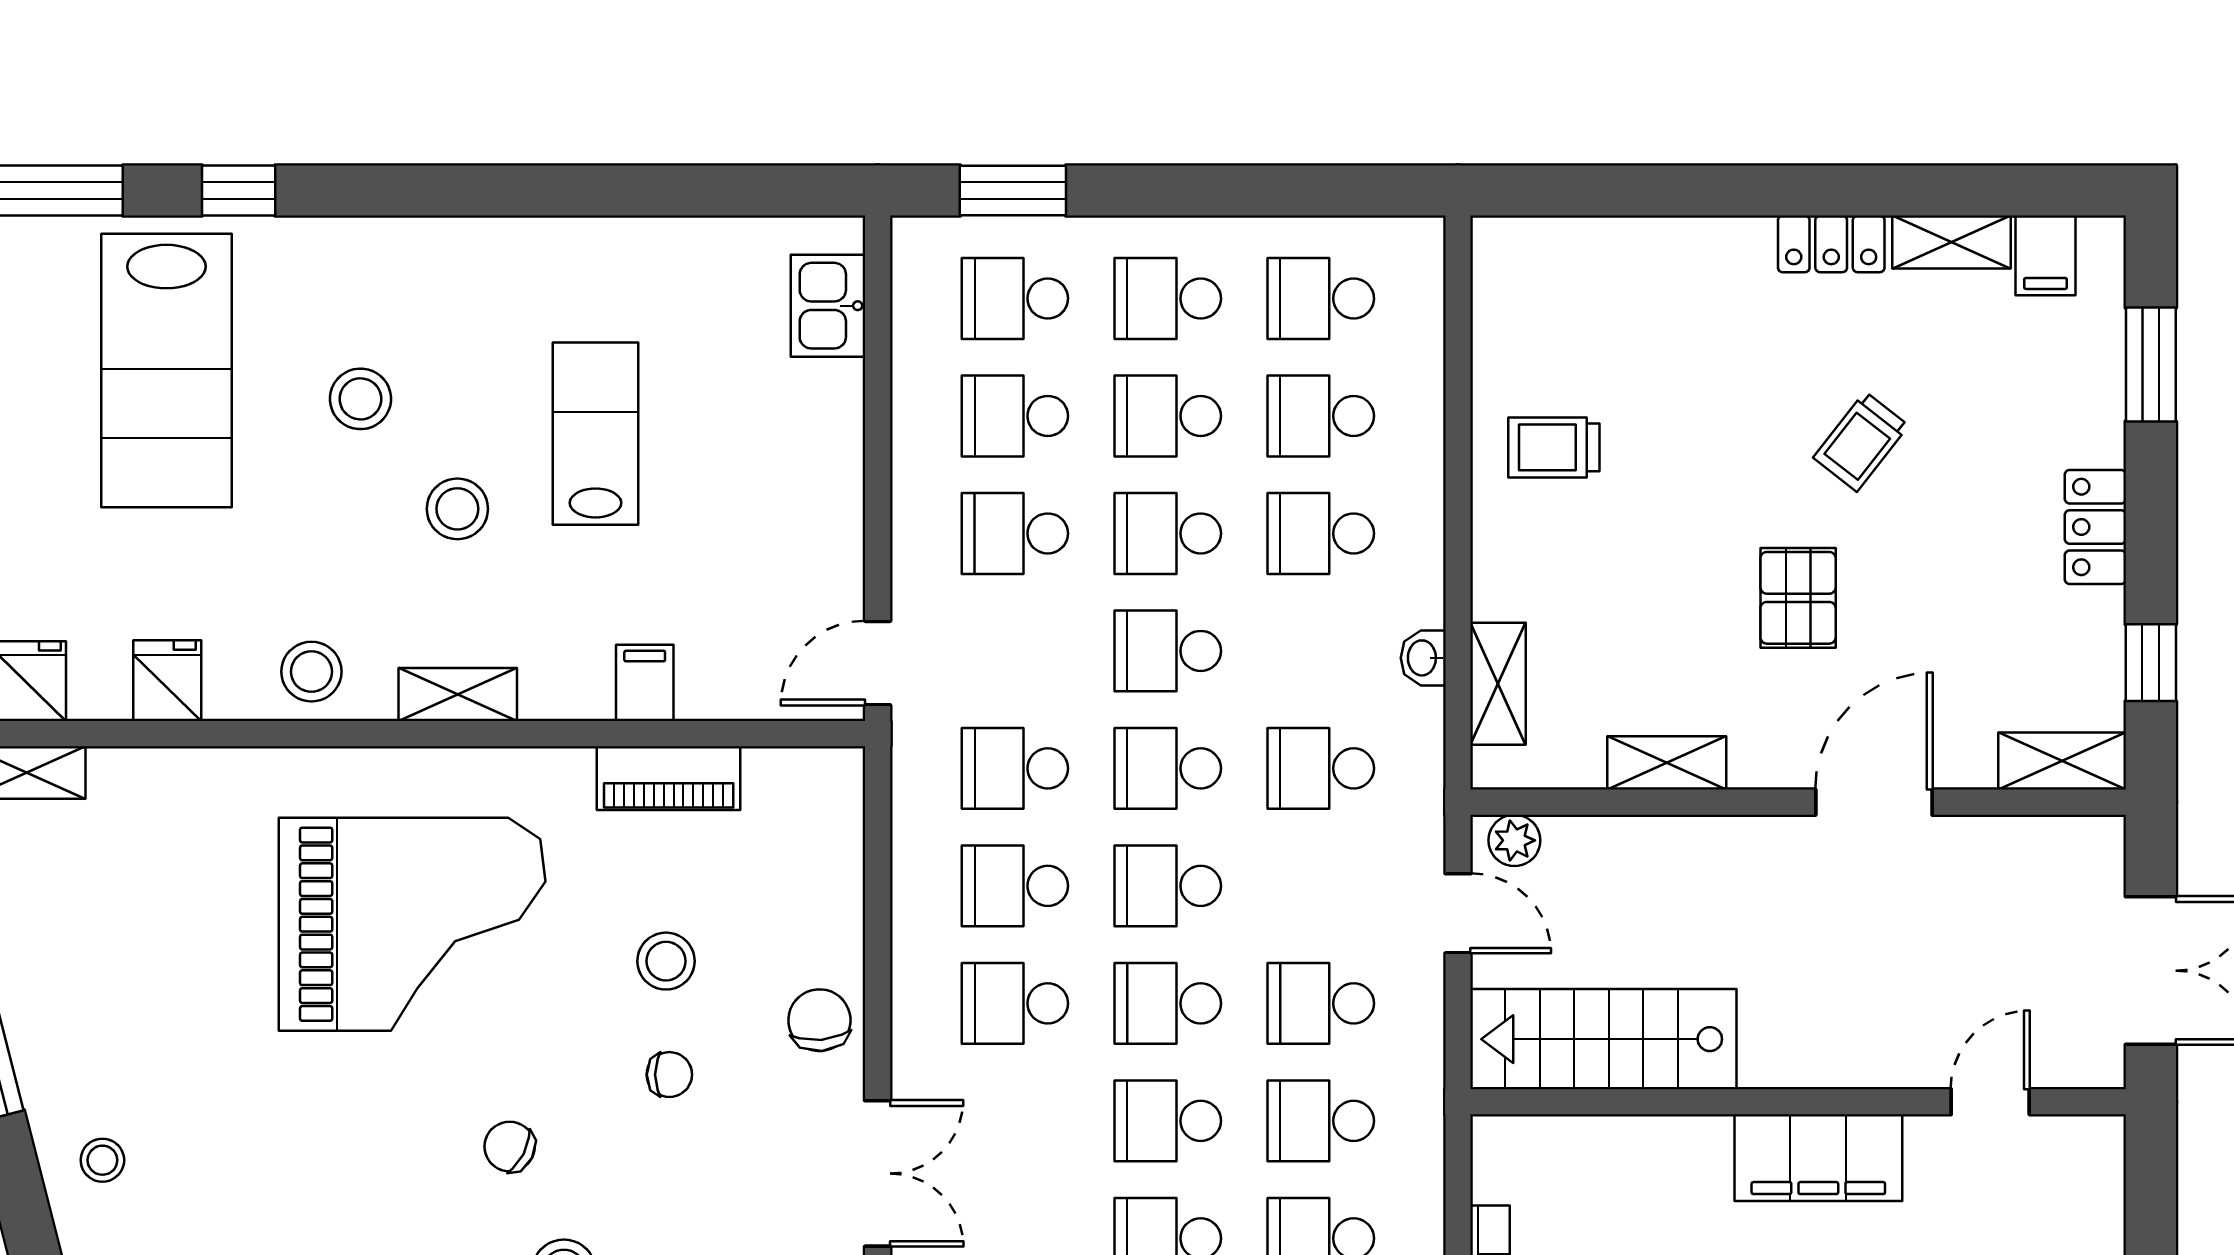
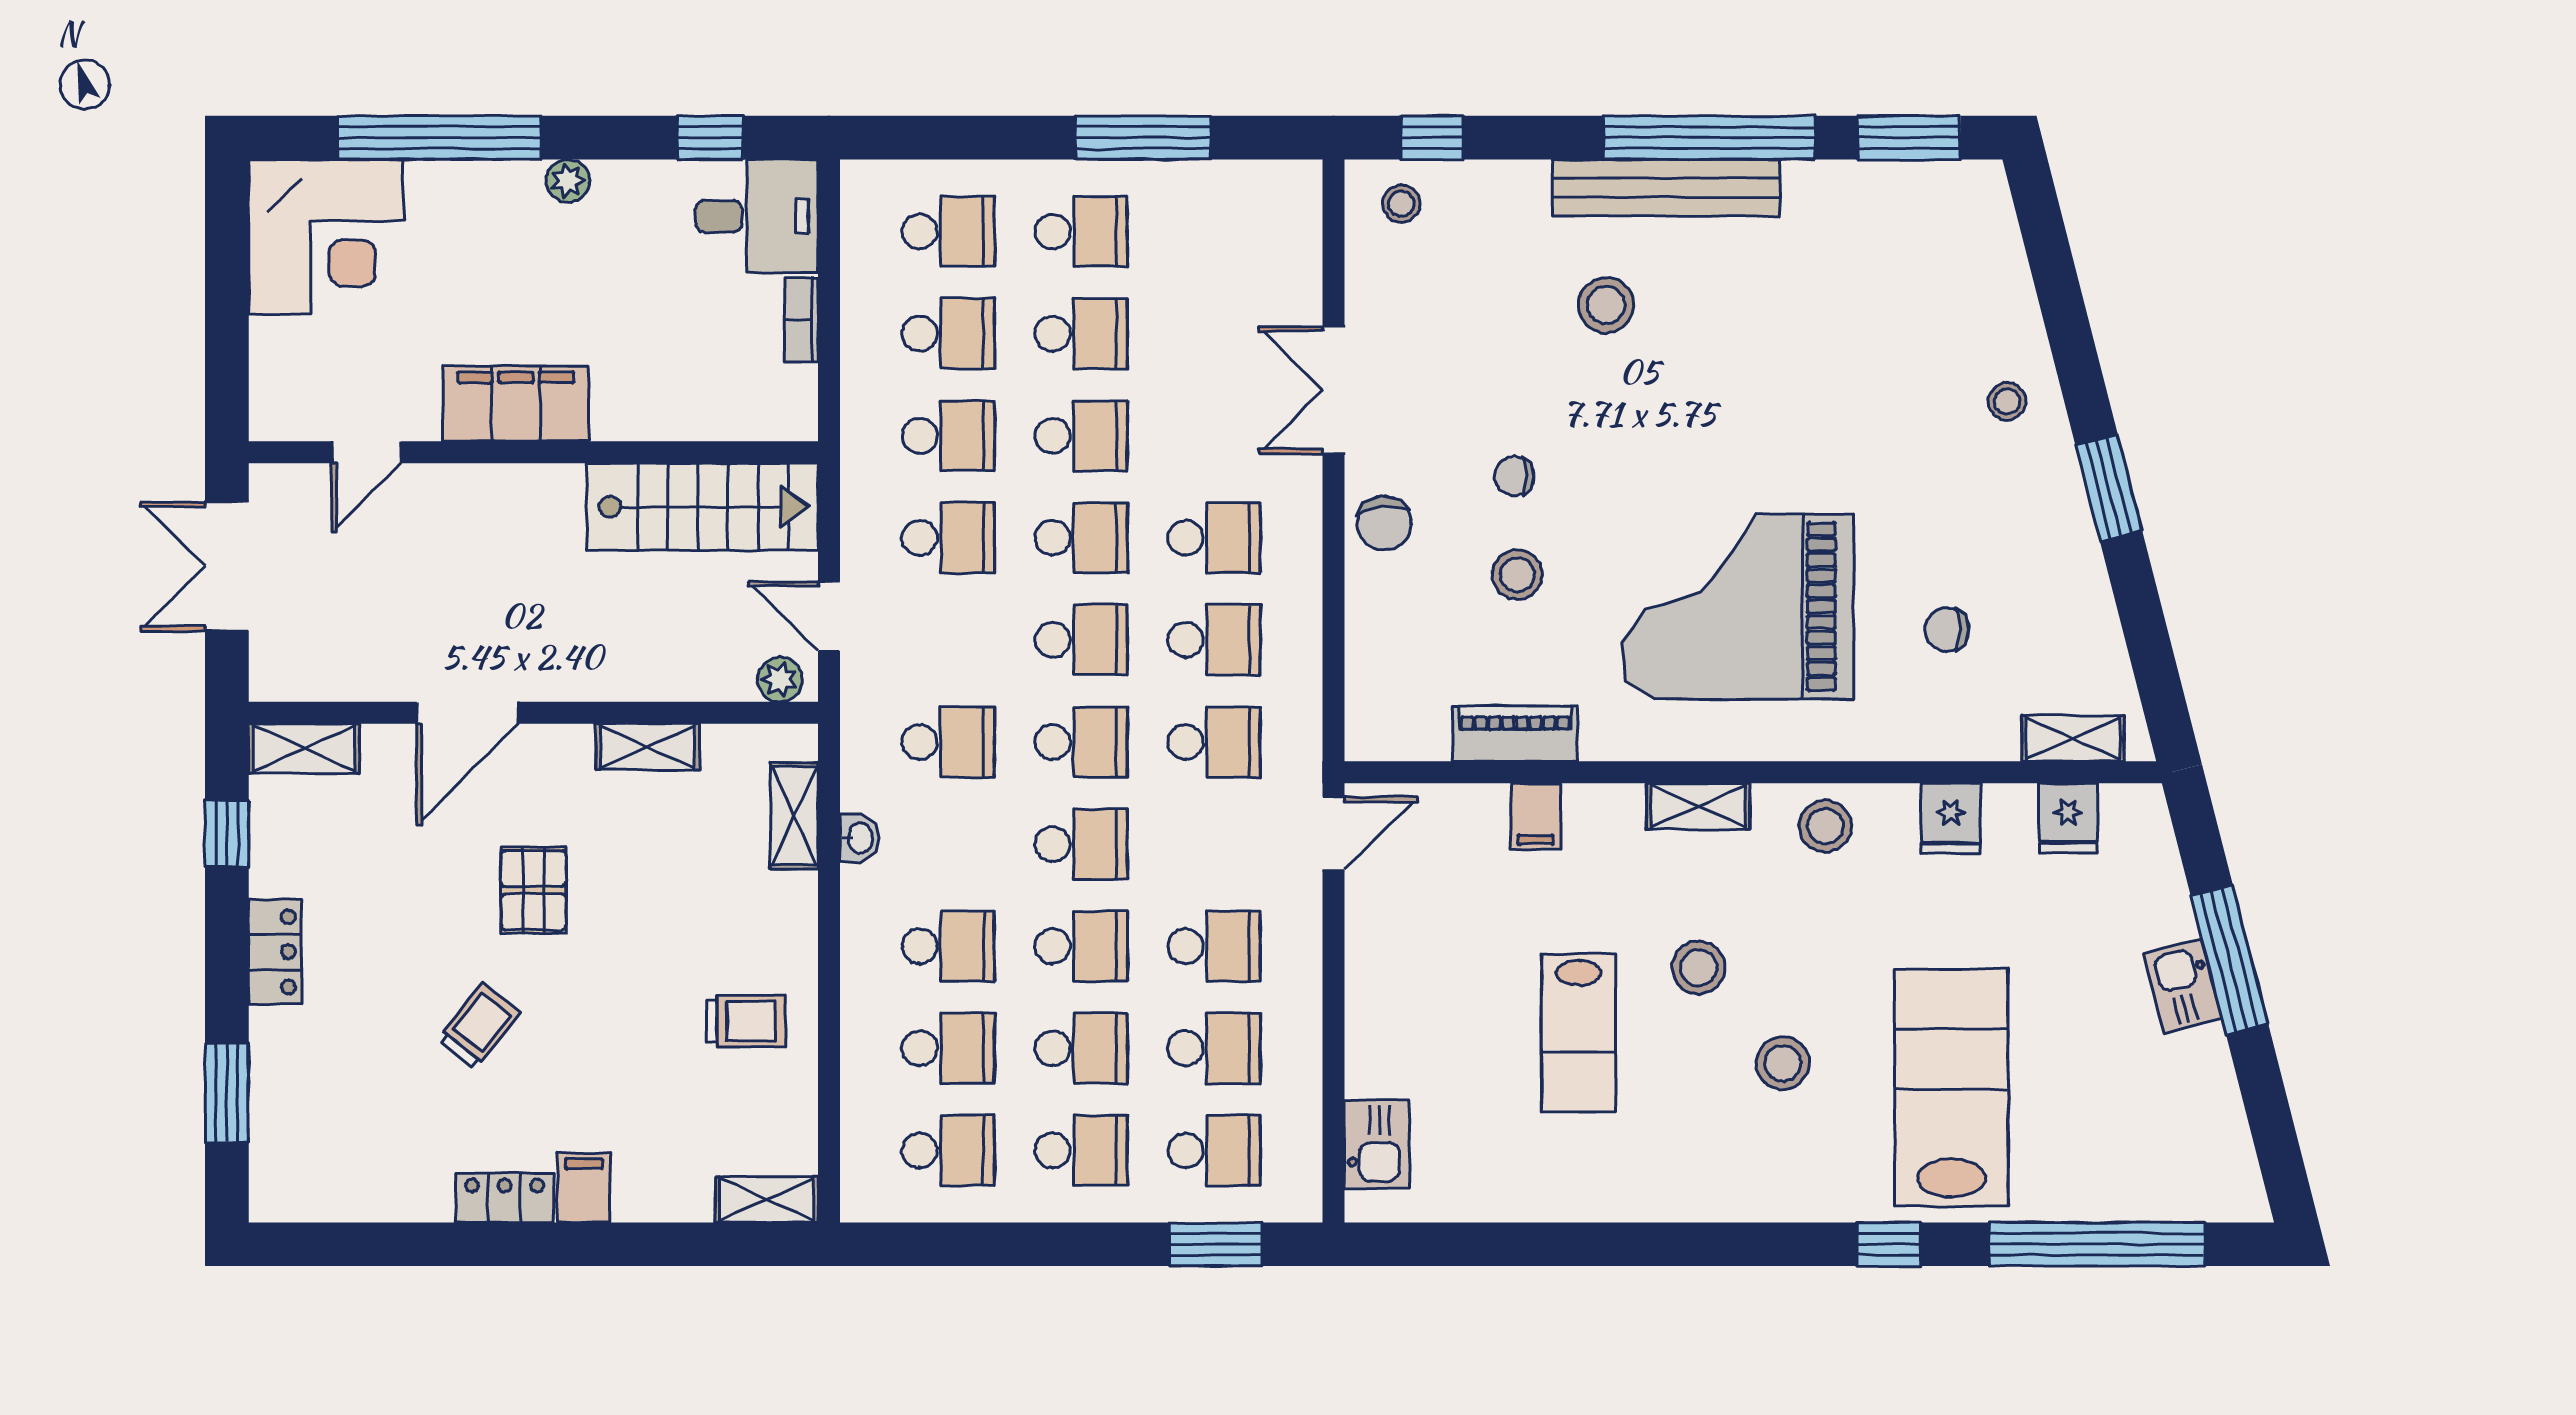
shelving: (1951, 242) -> (767, 1199), moved
filing cabinet: (2046, 255) -> (584, 1188), moved
chair: (510, 1147) -> (1947, 630), moved, turned 153

